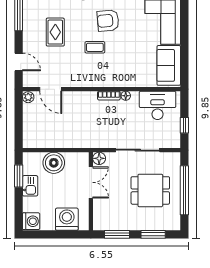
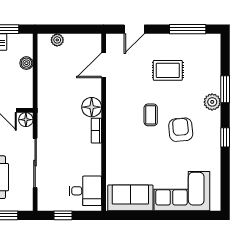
floor lamp: (126, 96) -> (92, 107), moved, width x1.89, depth x1.89
plant: (28, 97) -> (57, 40), moved
desk: (158, 105) -> (85, 191), width x0.73
boiler: (54, 163) -> (26, 63), width x0.54, depth x0.54

